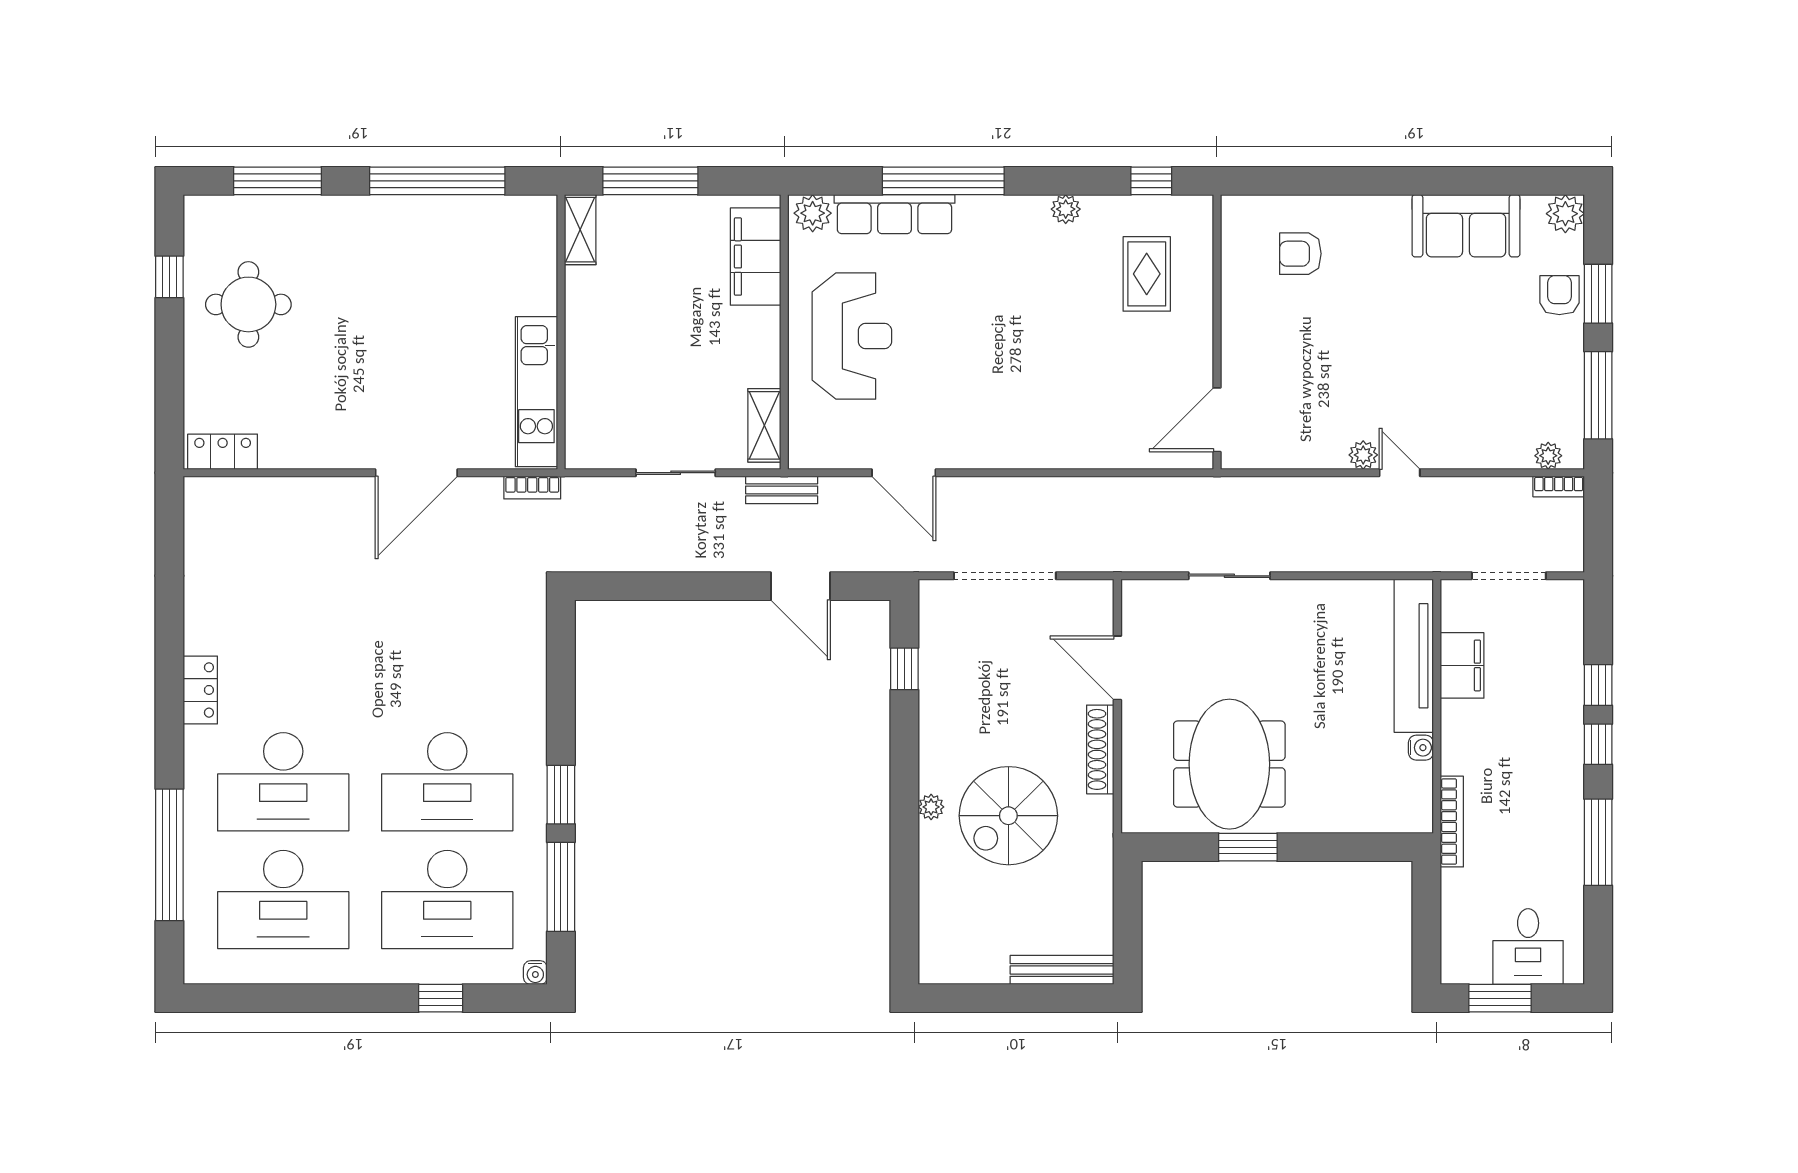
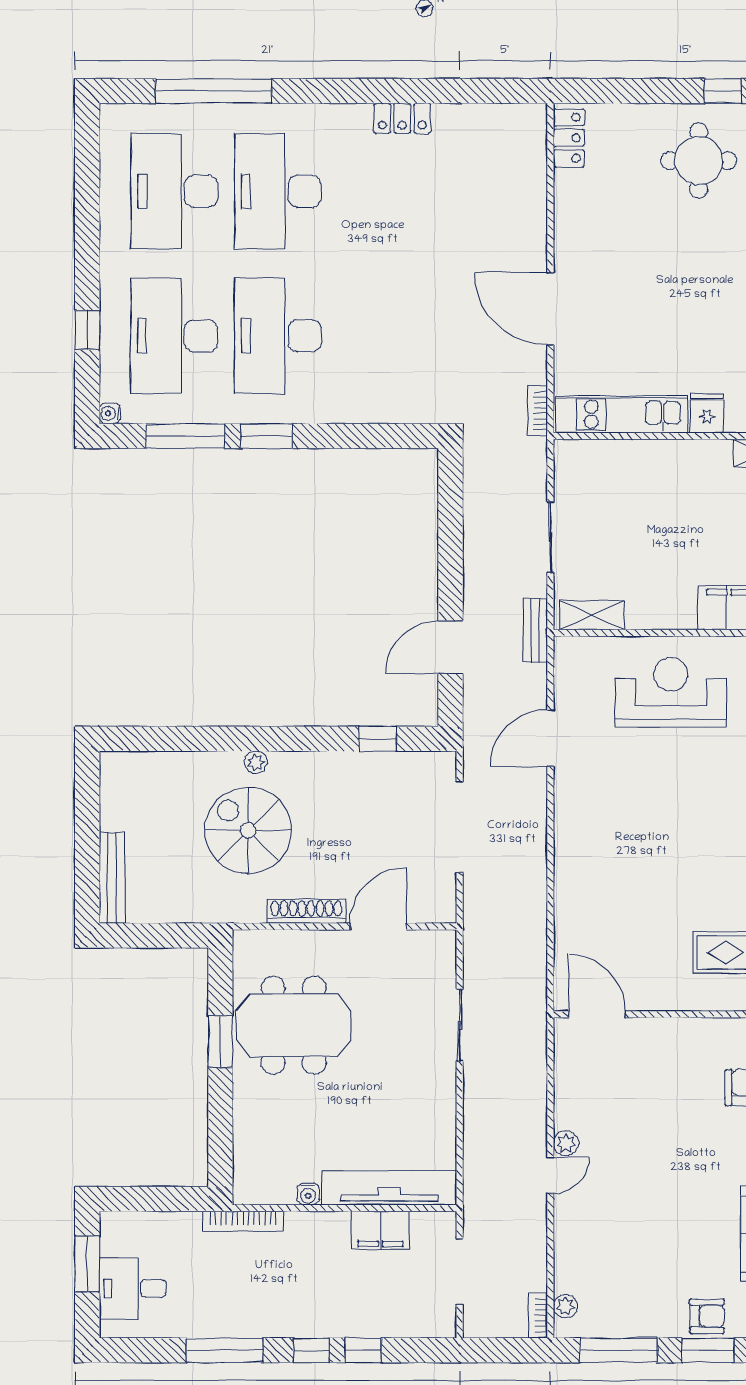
fridge: (535, 295) -> (707, 413), added
reception desk: (852, 336) -> (671, 693), turned 180
locker: (200, 690) -> (402, 118), moved

